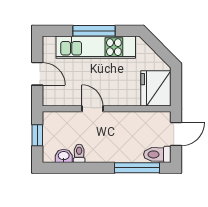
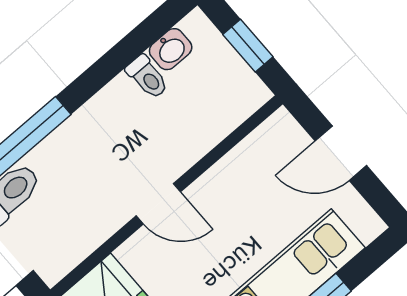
door: (92, 109) -> (158, 204), moved

